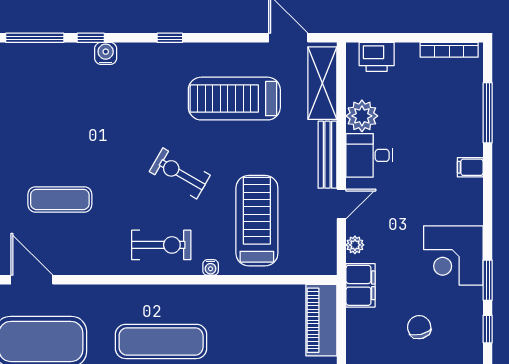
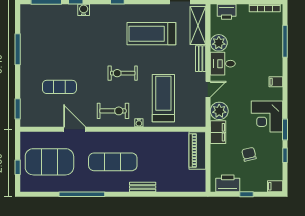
bench: (327, 155) -> (201, 59), width x0.73
filing cabinet: (470, 167) -> (276, 82), moved
exercise bike: (180, 173) -> (123, 73), turned -30
plant: (355, 245) -> (219, 111), width x1.87, depth x1.87
door: (32, 280) -> (75, 129), moved

